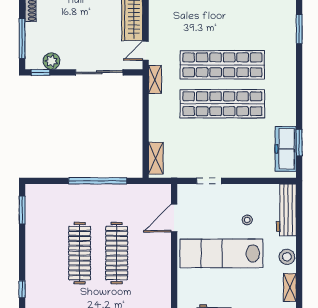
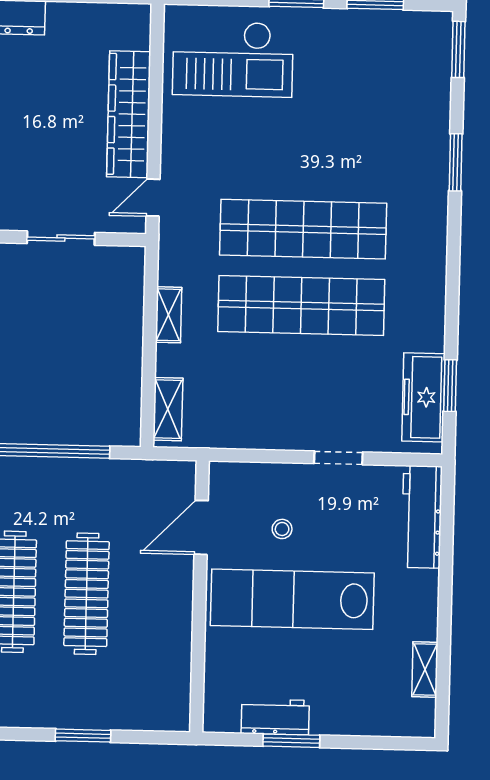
sliding door: (99, 72) -> (61, 238), width x0.73
shelving: (155, 79) -> (169, 315), moved
doorway: (209, 181) -> (338, 458), moved
stool: (247, 220) -> (282, 529), moved
stool: (287, 257) -> (421, 609), removed

